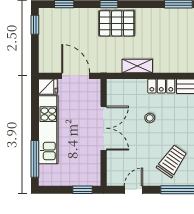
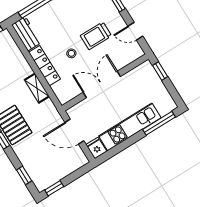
door: (76, 76) -> (74, 132), hinge flipped
locker: (161, 86) -> (44, 66), width x1.53
trolley: (172, 161) -> (96, 36), moved, turned -35

